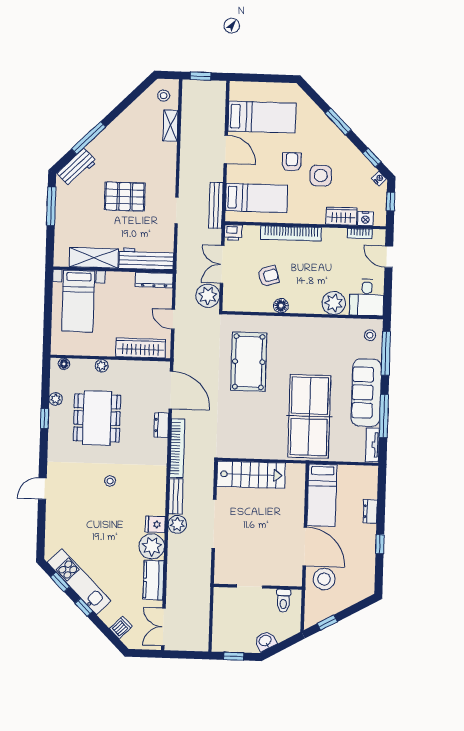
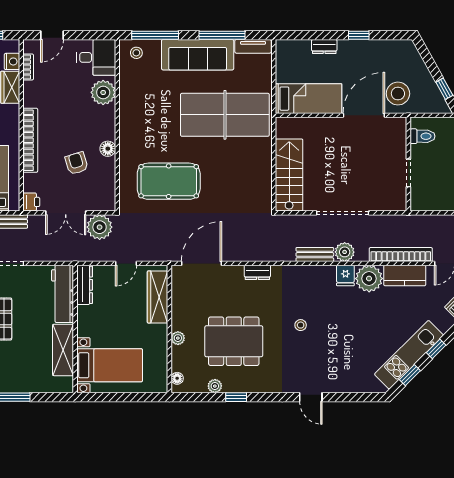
dresser: (161, 425) -> (257, 272), moved
bookcase: (177, 448) -> (401, 255), moved

